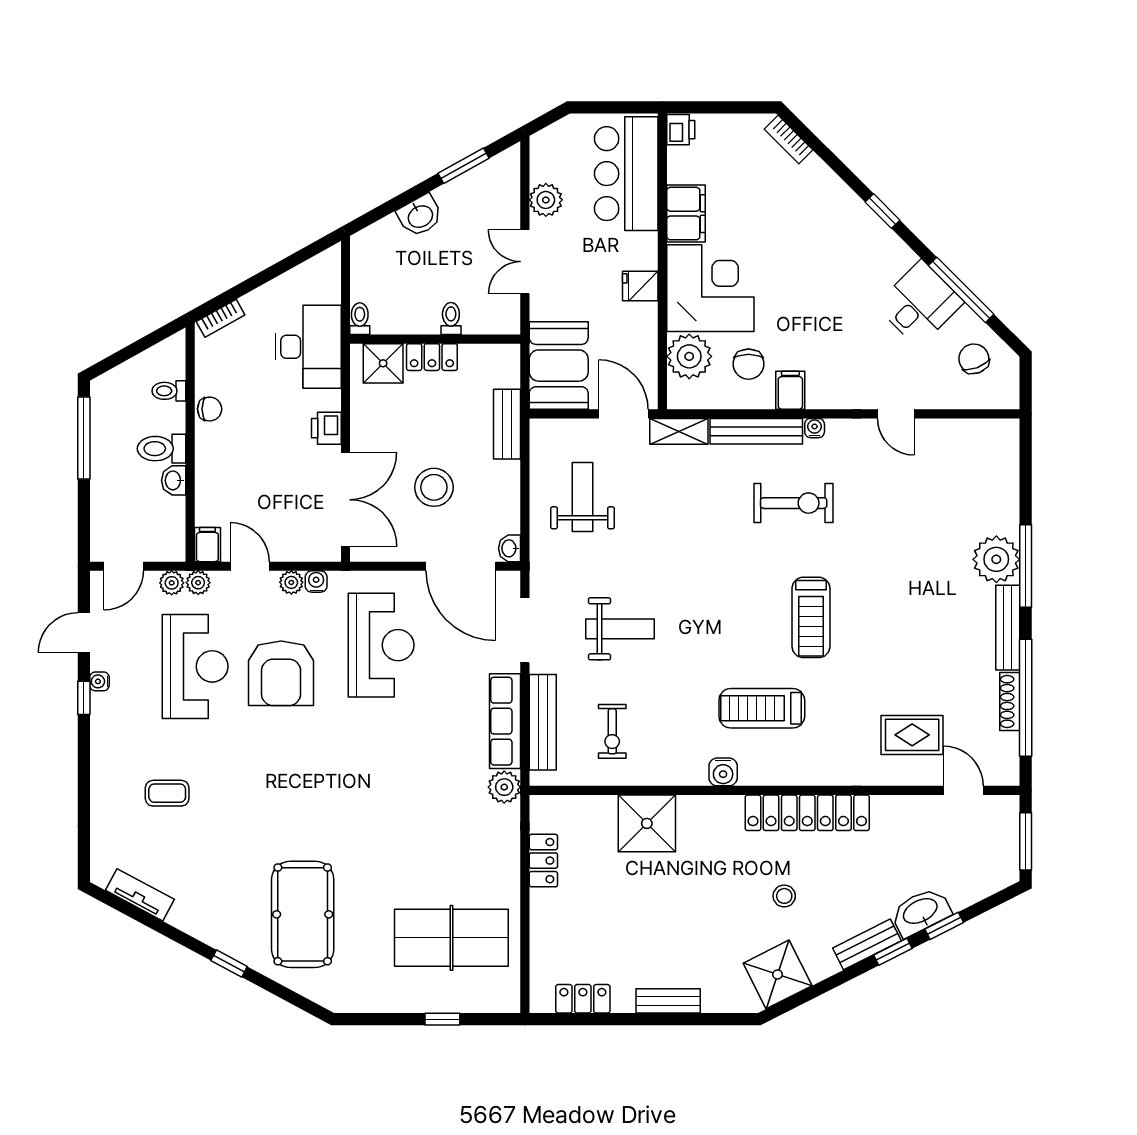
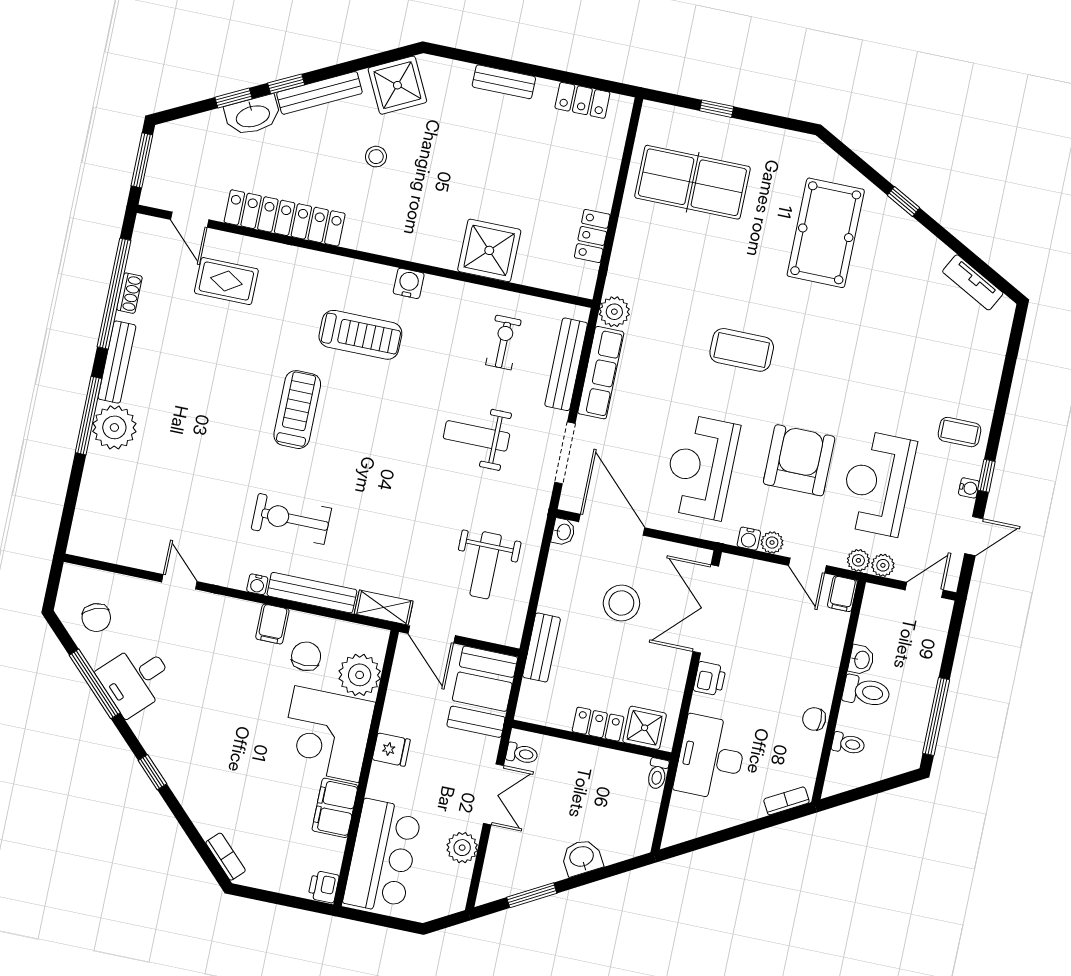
toilet: (451, 318) -> (522, 754), moved, turned -90
shoe rack: (1010, 702) -> (129, 293), width x0.70
coffee table: (364, 775) -> (742, 350), added
coffee table: (167, 793) -> (960, 432), moved
locker: (807, 813) -> (285, 218), moved
bench: (867, 944) -> (319, 93), width x1.36

